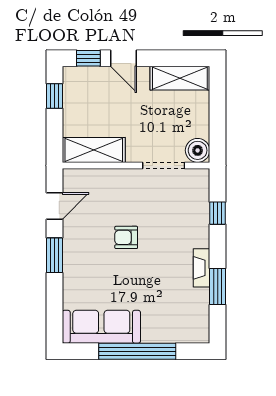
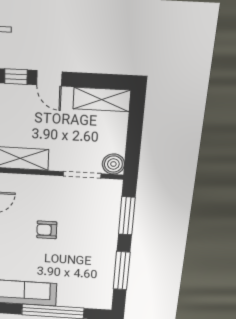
window: (218, 213) -> (127, 216), width x2.17
fireplace: (201, 268) -> (109, 256), removed
window: (218, 286) -> (122, 271), width x1.44

